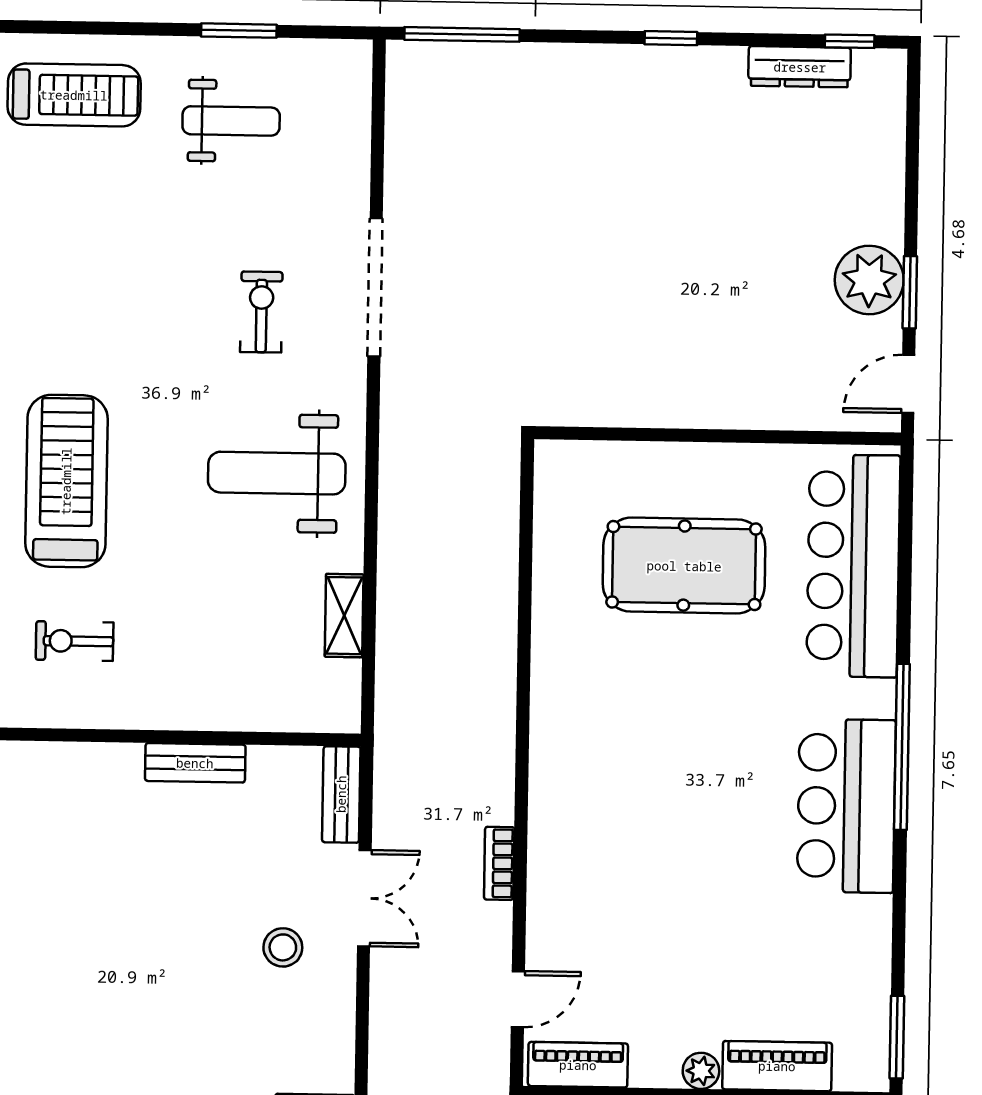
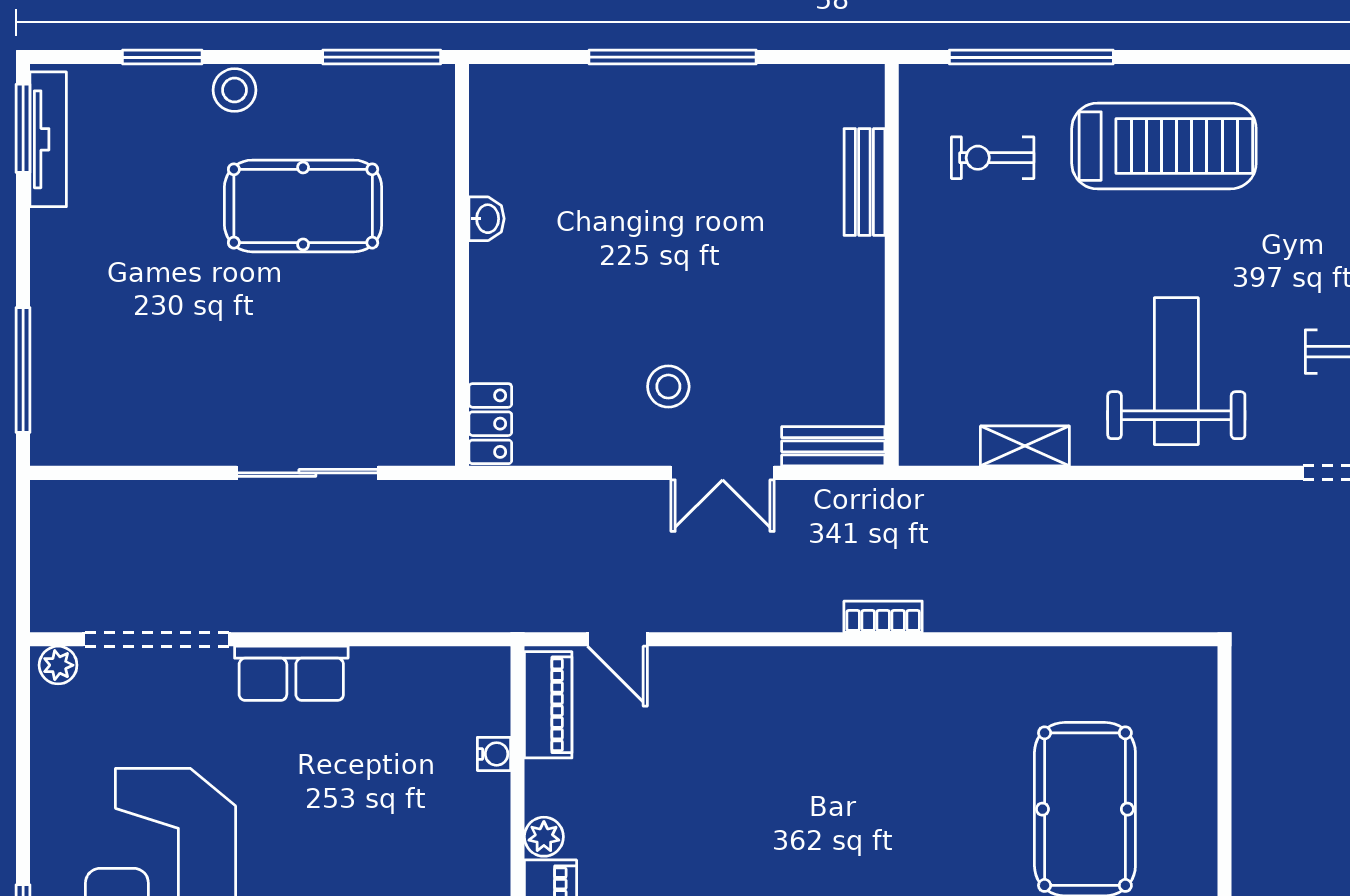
exercise bike: (75, 641) -> (993, 158), turned -90
bench: (195, 763) -> (864, 182), moved
bookcase: (499, 863) -> (883, 617), moved

